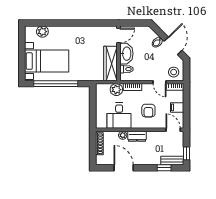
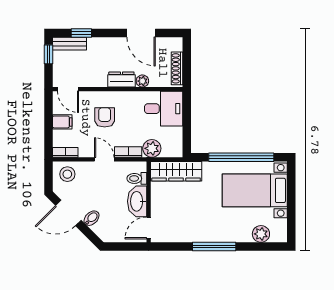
window: (74, 23) -> (214, 246), added
door: (173, 46) -> (68, 213), hinge flipped
wardrobe: (111, 63) -> (176, 171), moved, turned 90
door: (160, 82) -> (104, 159), moved
desk: (119, 116) -> (164, 109), moved, turned 90

